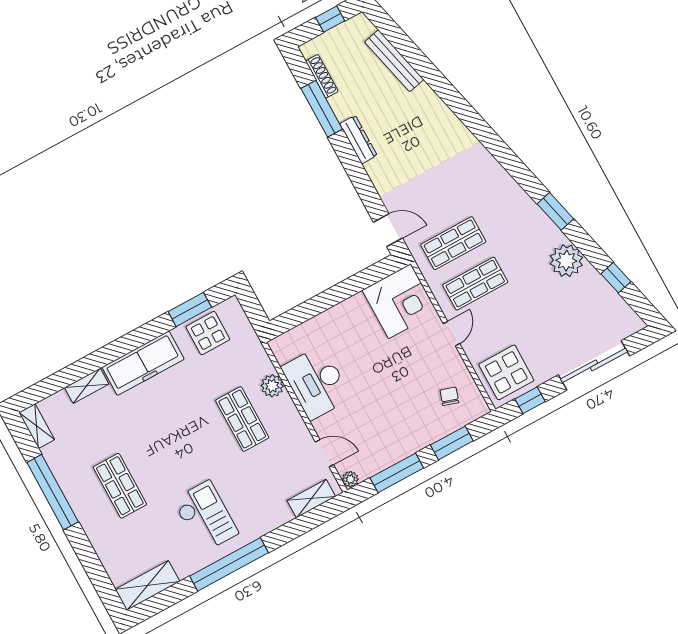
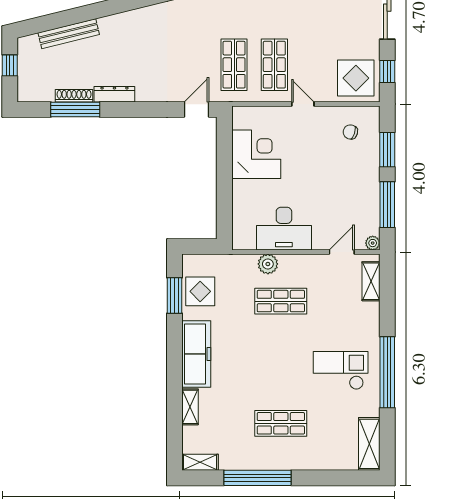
shoe rack: (322, 76) -> (74, 96), moved
corner desk: (400, 301) -> (256, 154), moved

